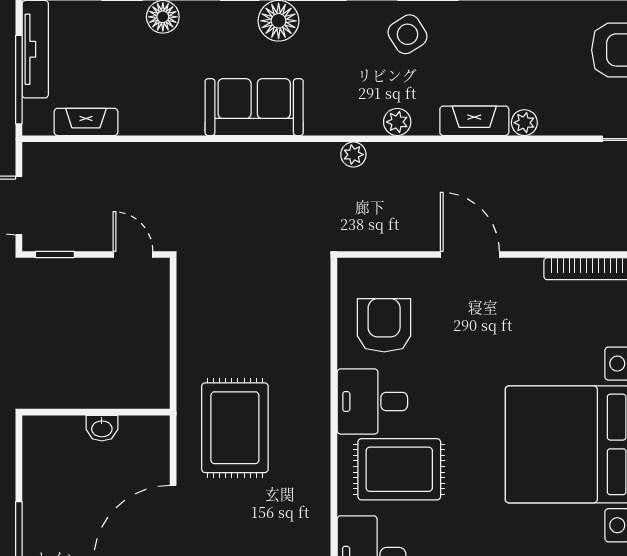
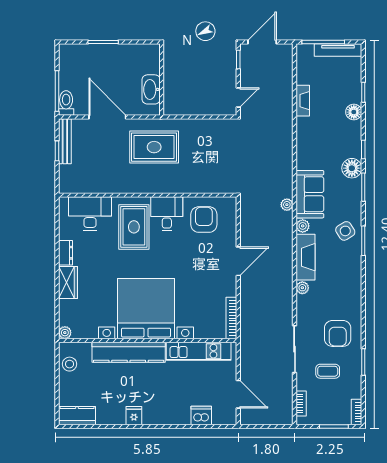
sofa: (254, 107) -> (310, 194), moved
fireplace: (474, 121) -> (306, 257), width x1.37, depth x1.32
fireplace: (86, 122) -> (303, 101), moved
armchair: (384, 325) -> (204, 220), turned -90
washbasin: (102, 428) -> (151, 89), width x1.91, depth x1.45

